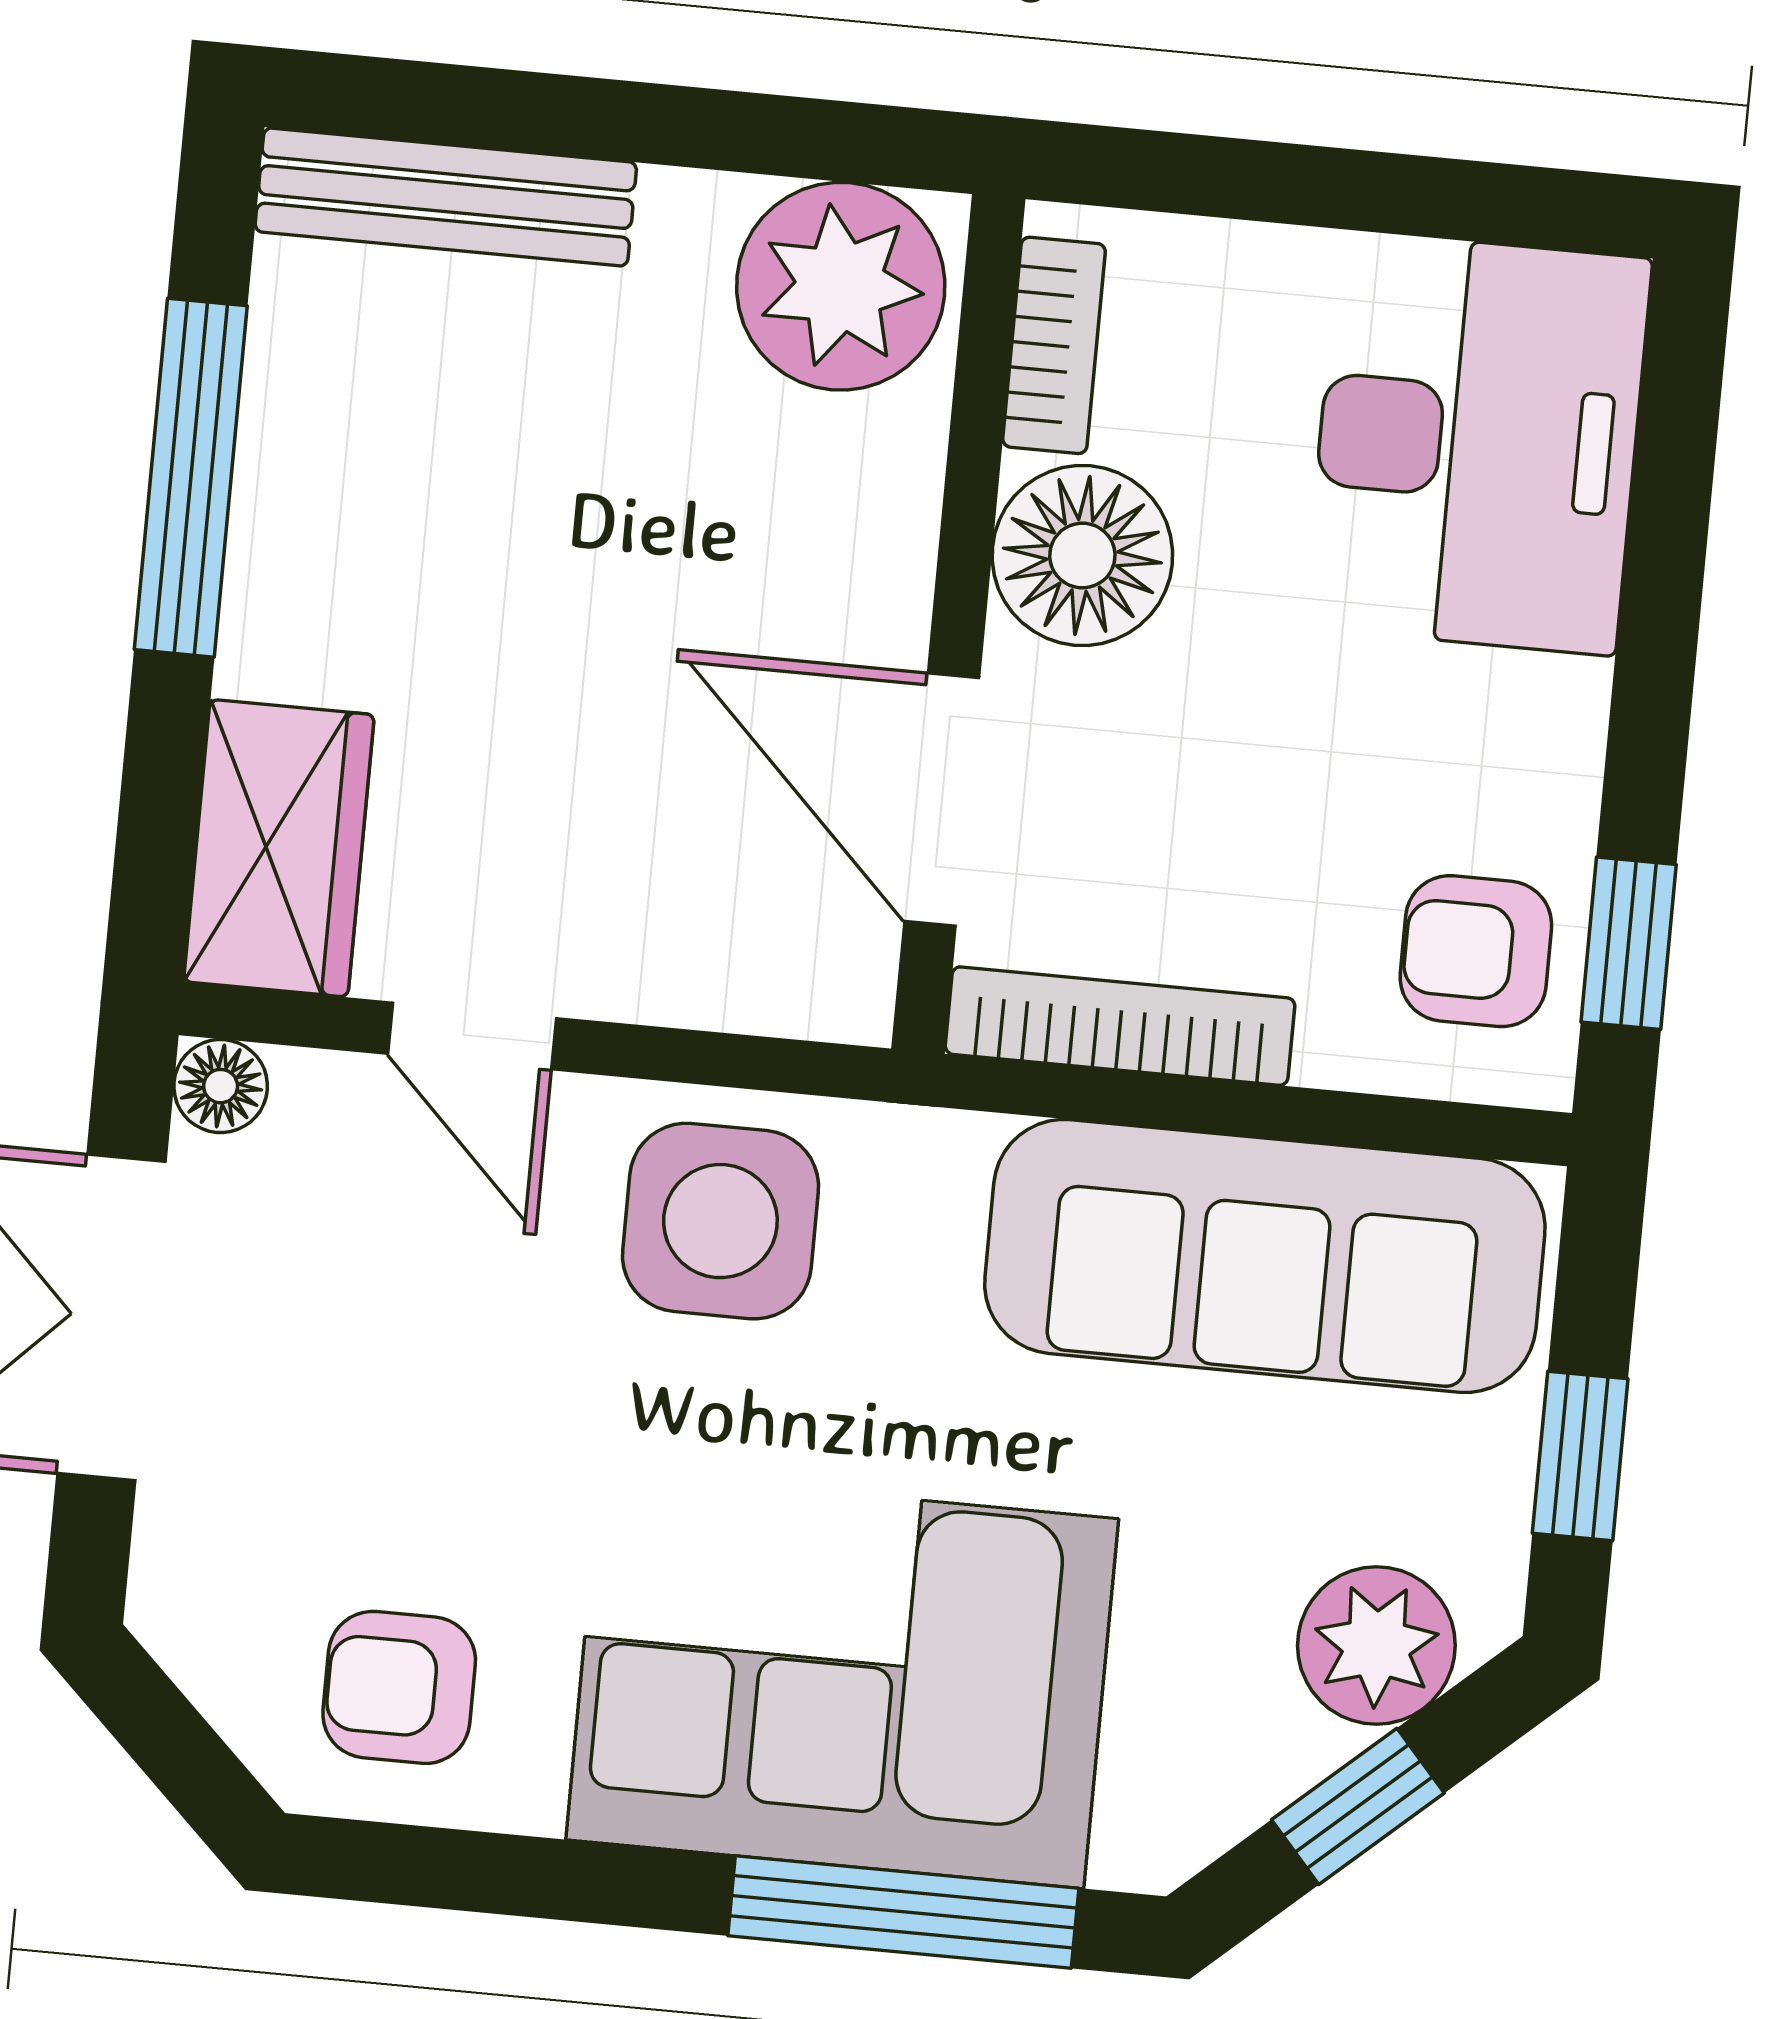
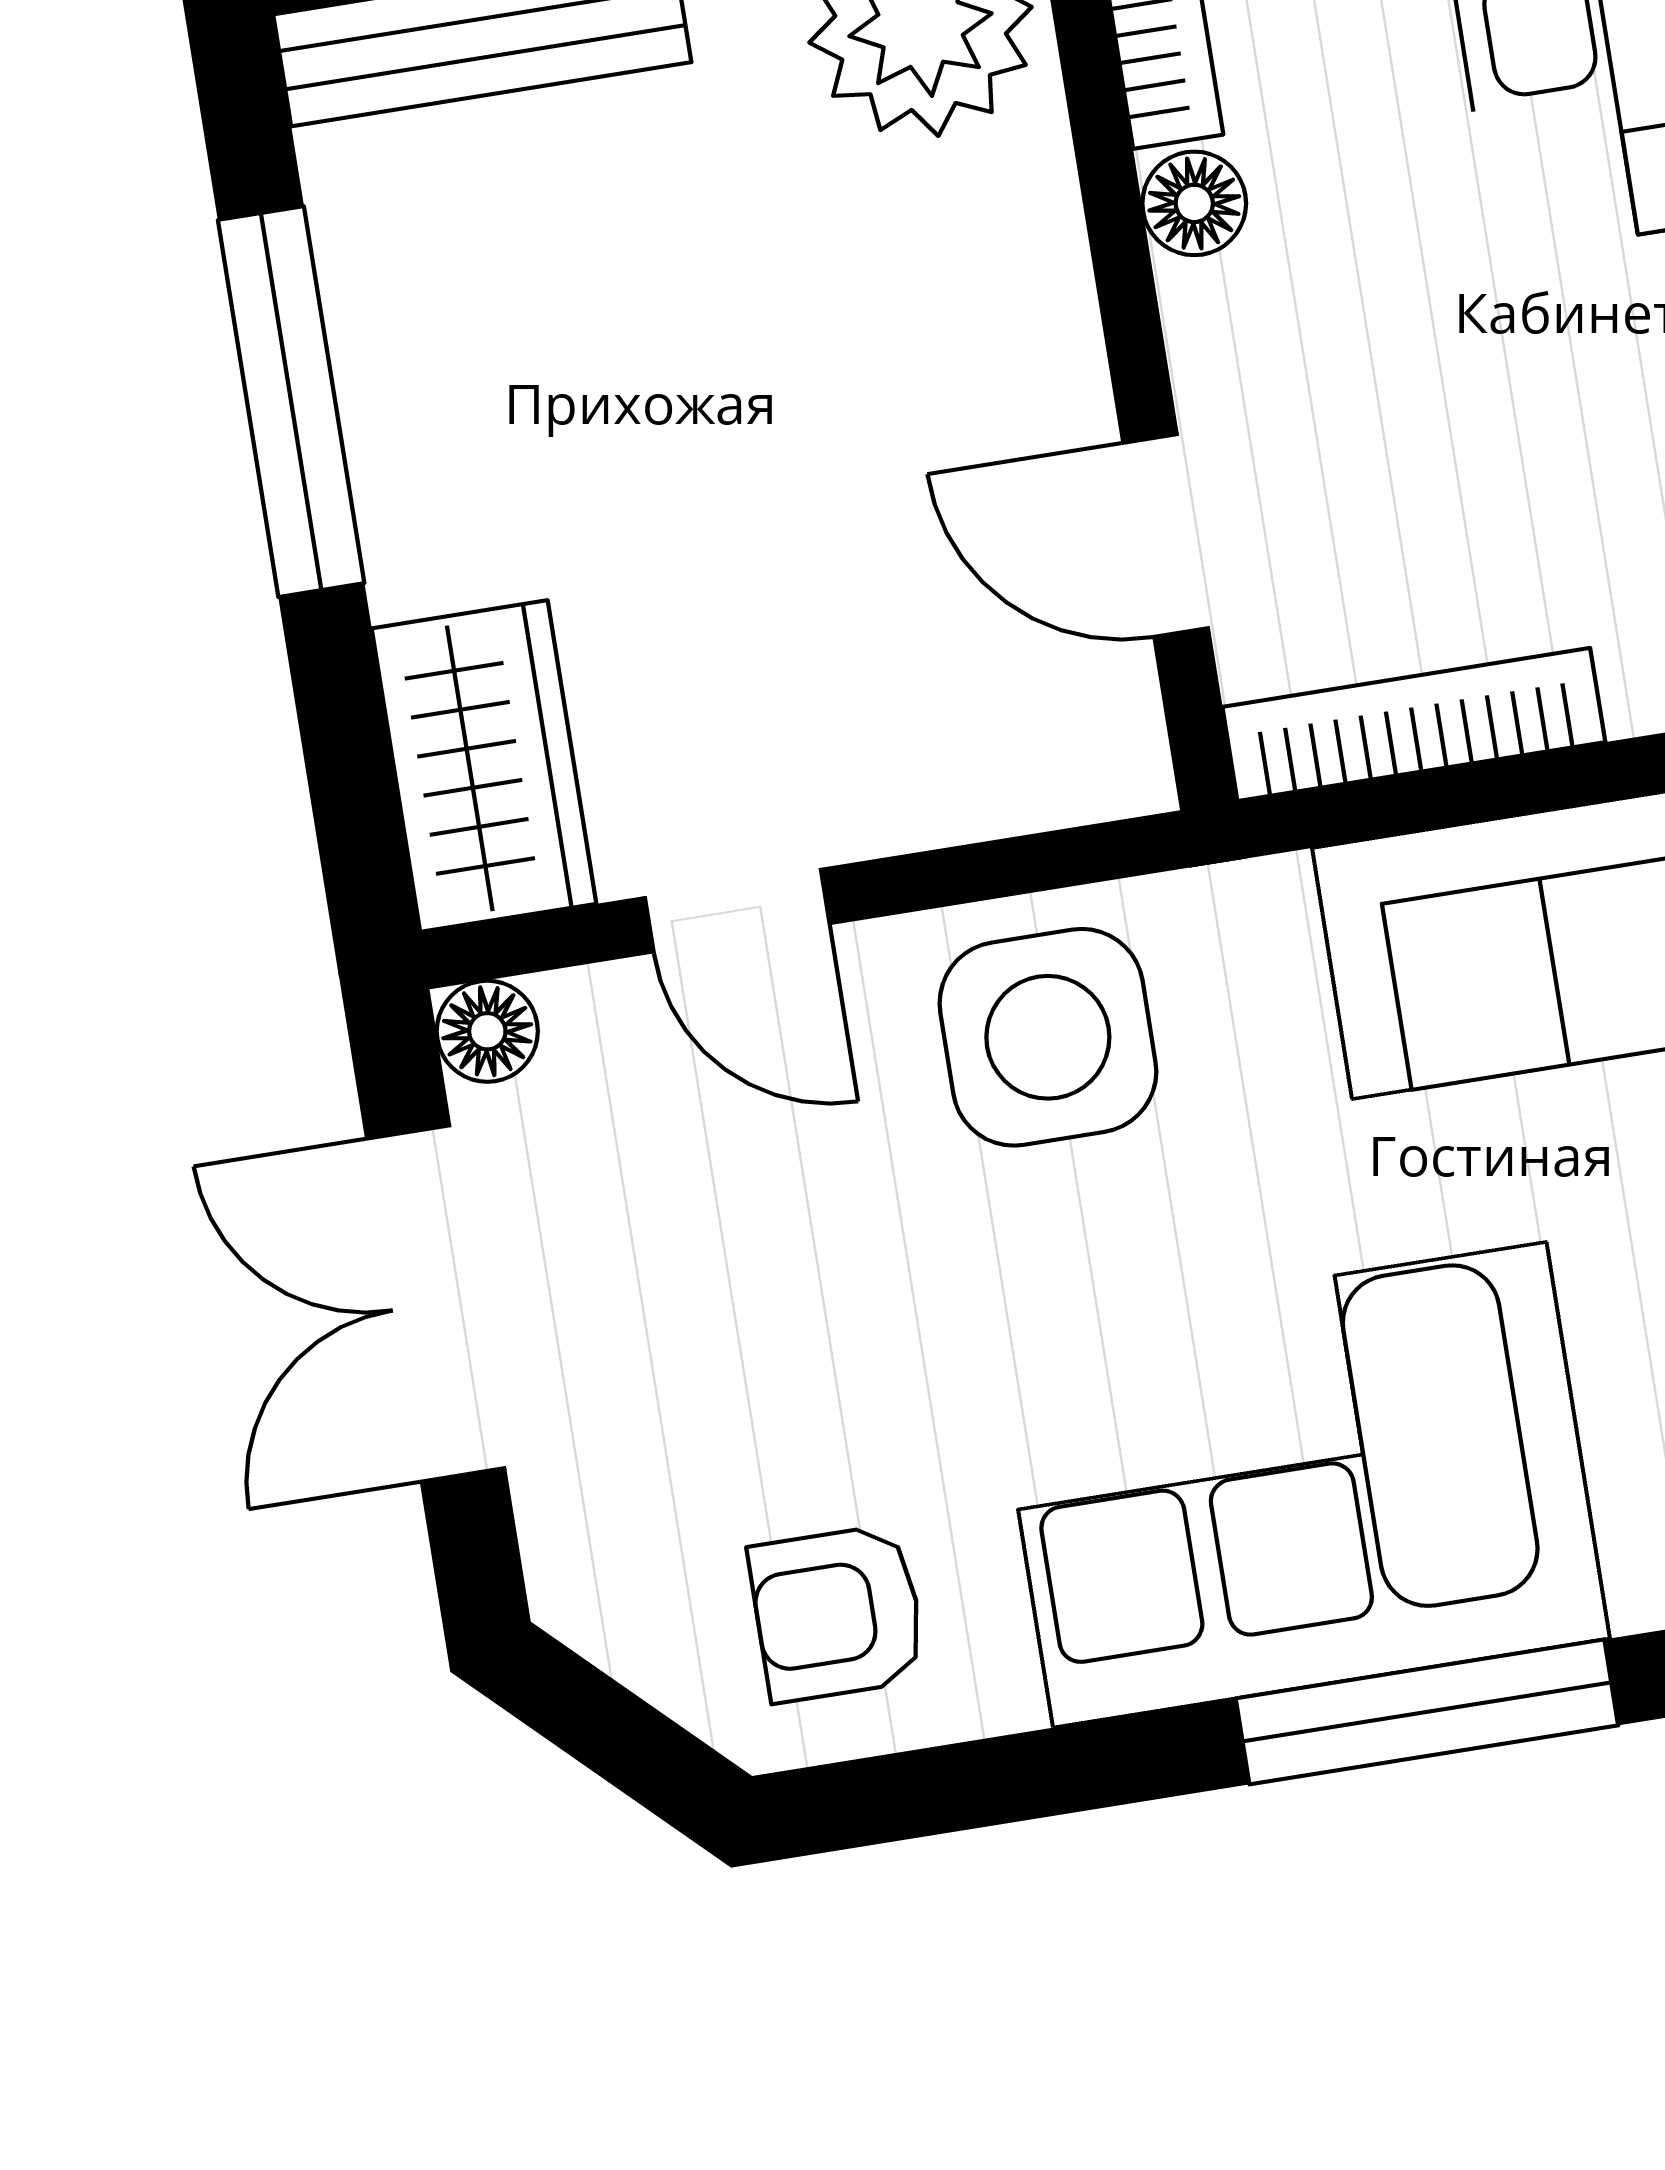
floor lamp: (1082, 556) -> (1194, 203), width x0.53, depth x0.53
door: (942, 800) -> (1166, 535), width x0.73

